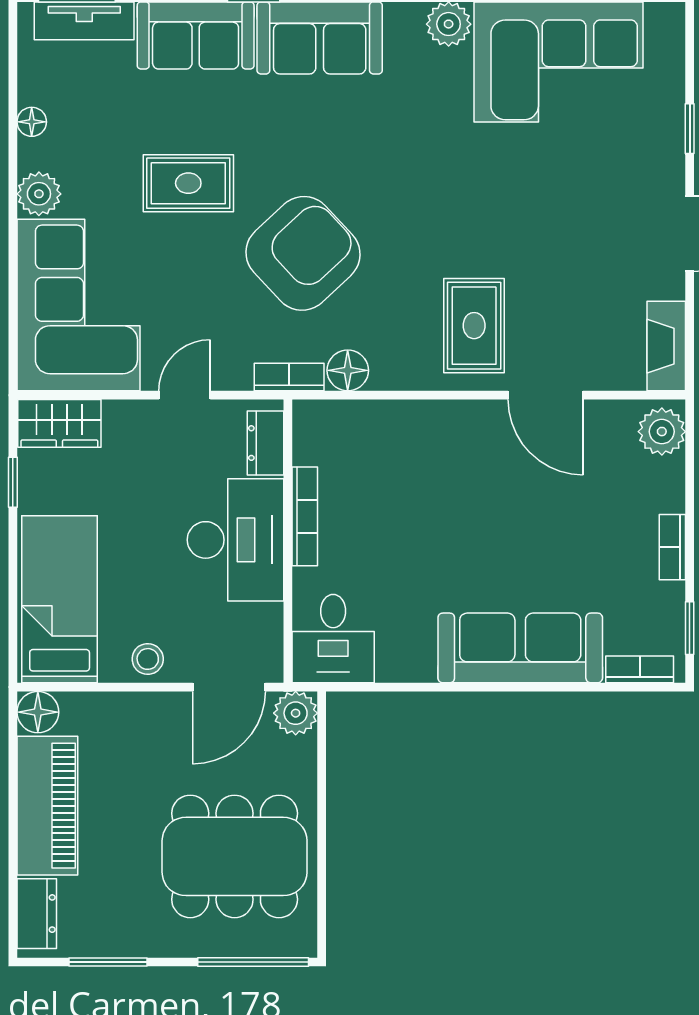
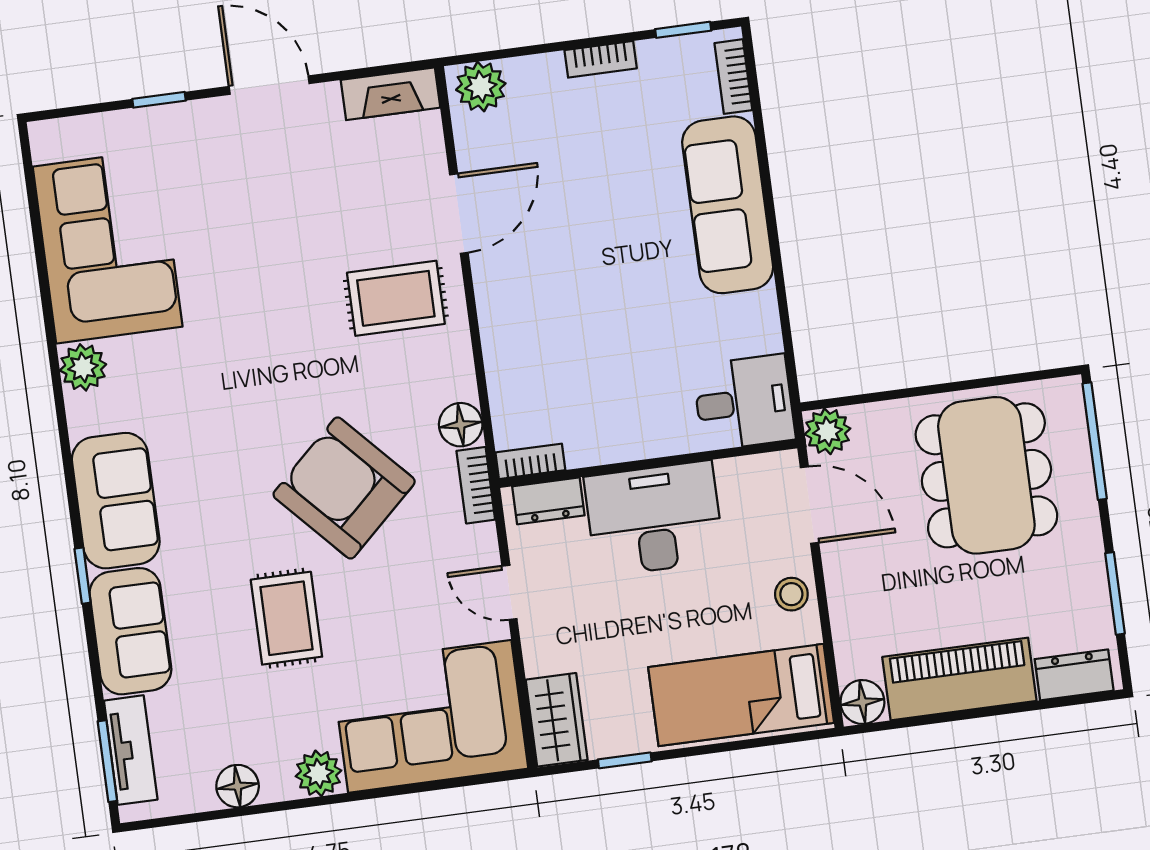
floor lamp: (32, 122) -> (238, 786), width x1.37, depth x1.37
bookcase: (305, 516) -> (530, 461), moved, width x0.64

